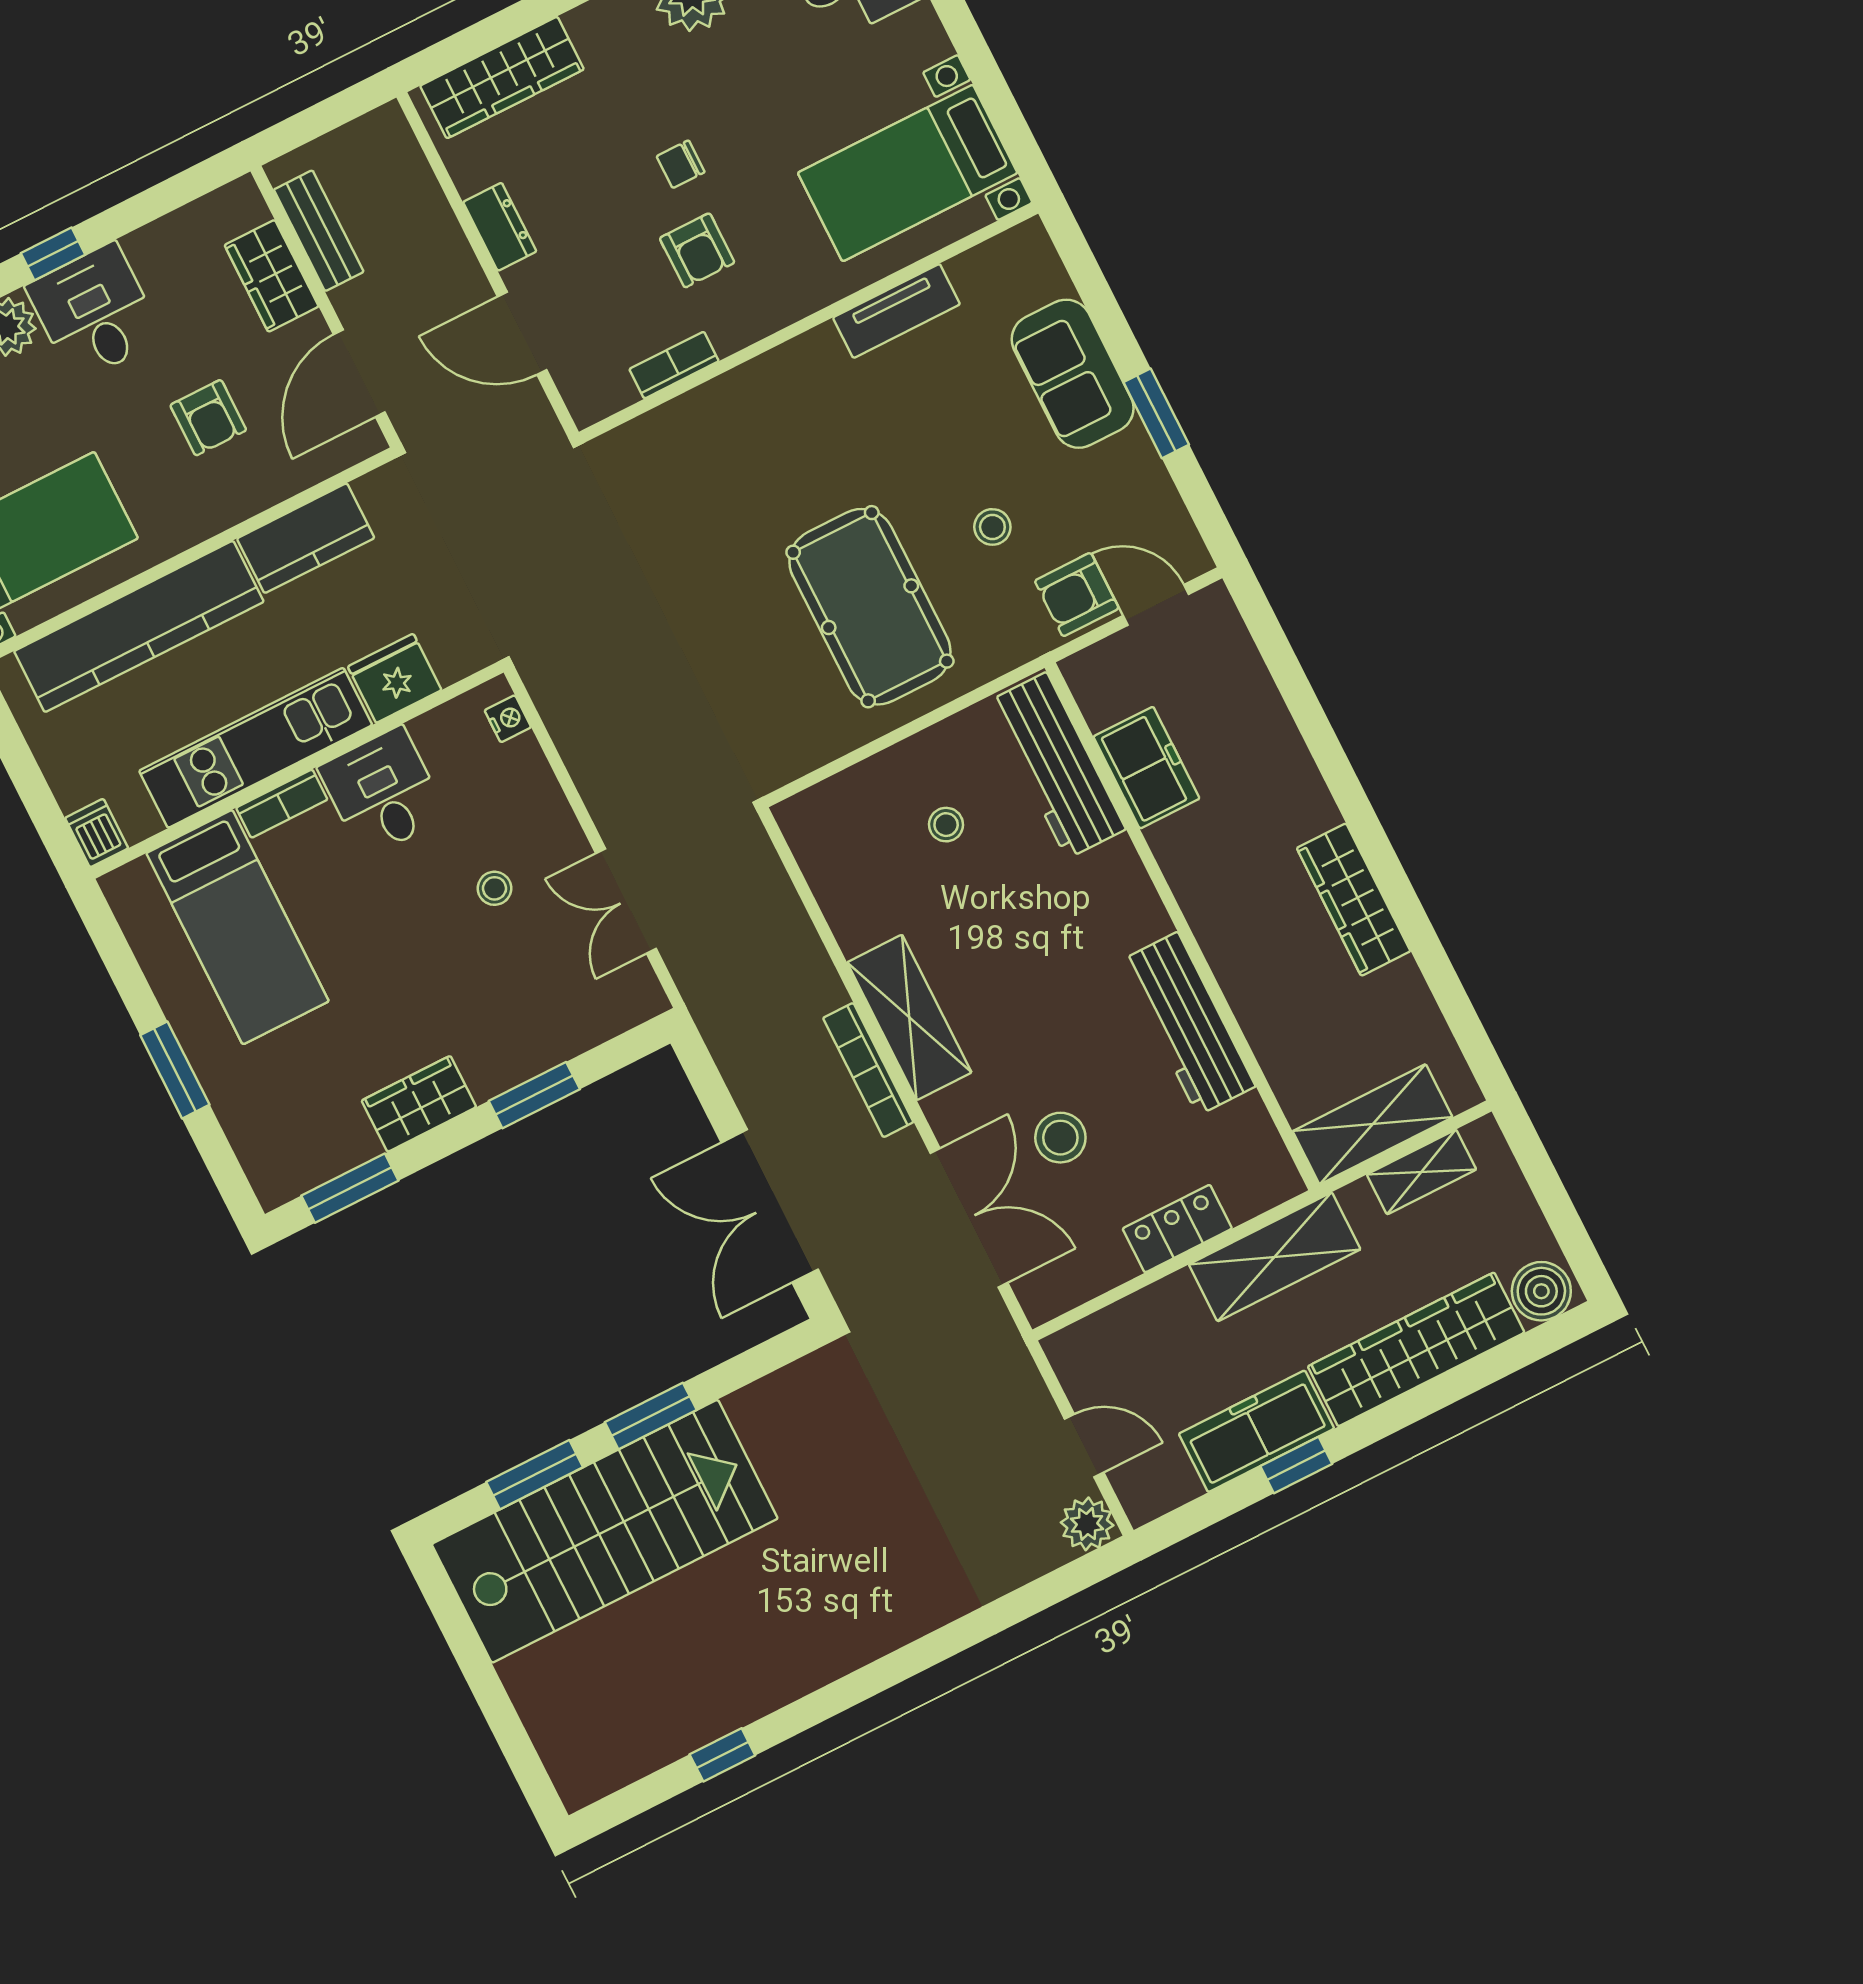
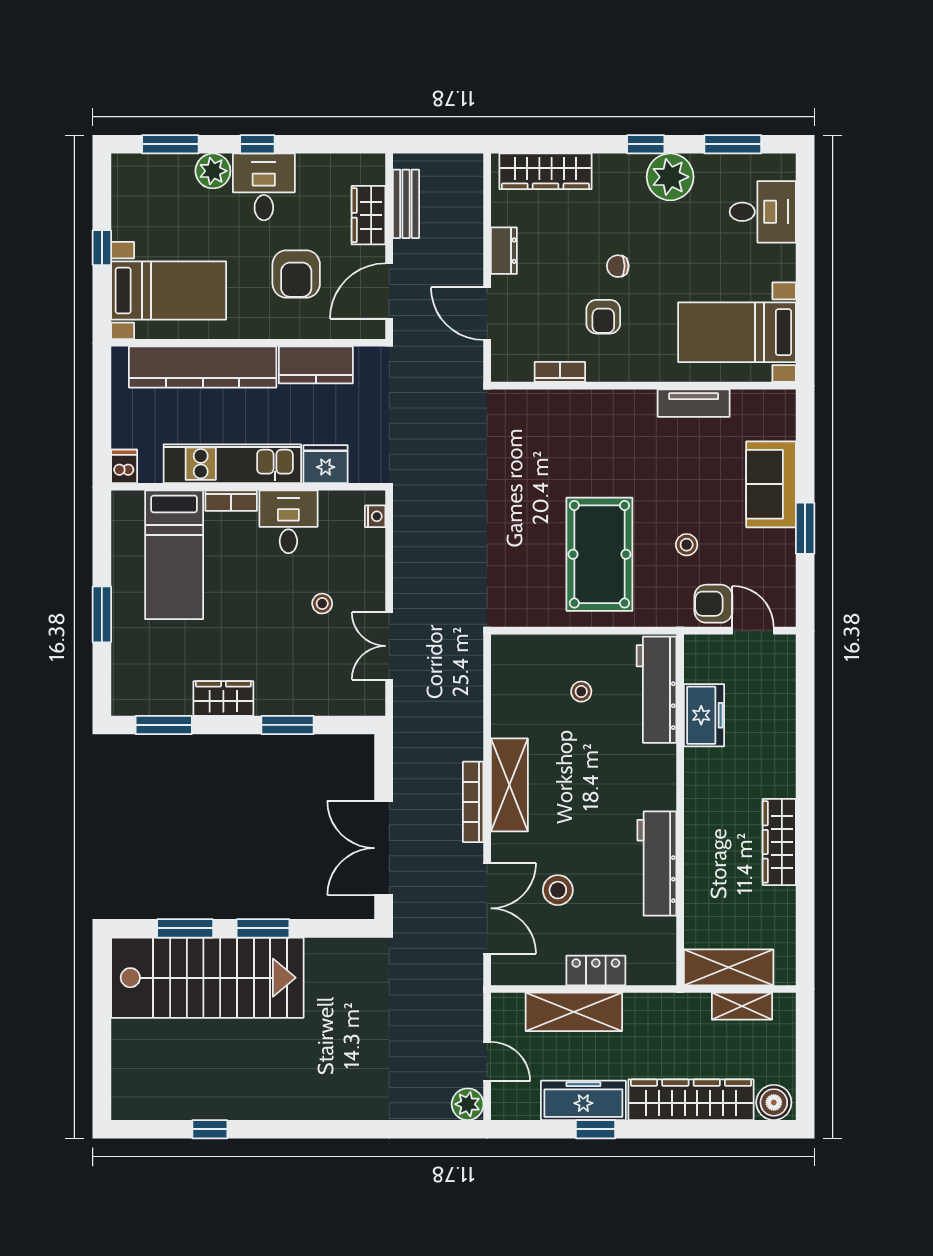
armchair: (208, 418) -> (296, 274), width x1.38, depth x1.38
shelving: (1275, 1257) -> (574, 1012), moved

